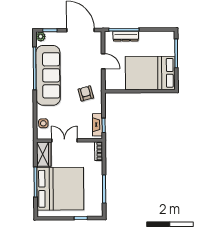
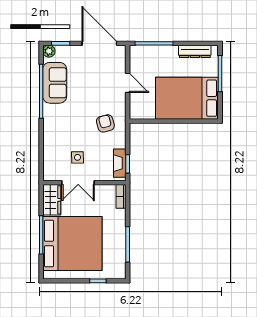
dresser: (126, 36) -> (195, 51), moved
sofa: (48, 75) -> (55, 83), width x0.54, depth x0.79
side table: (43, 123) -> (77, 157), moved
double door: (64, 140) -> (78, 183), swing flipped

